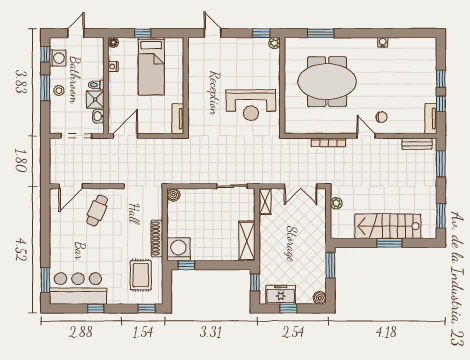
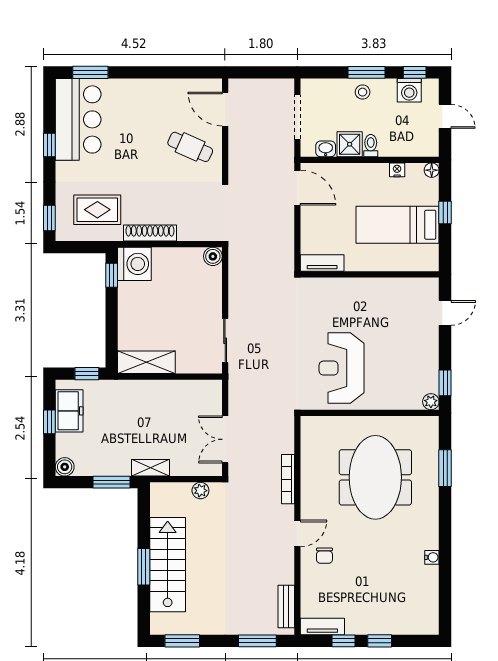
shelving: (265, 201) -> (150, 468), moved

